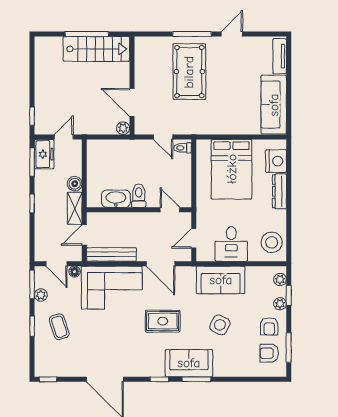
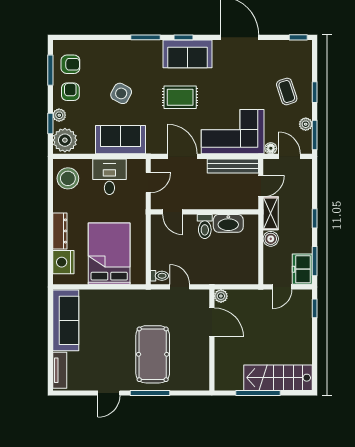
stairs: (96, 49) -> (278, 378), moved
plant: (280, 280) -> (65, 140), width x1.88, depth x1.88
sofa: (189, 363) -> (188, 54), moved

